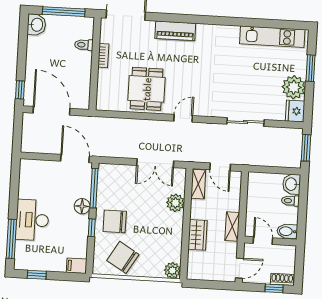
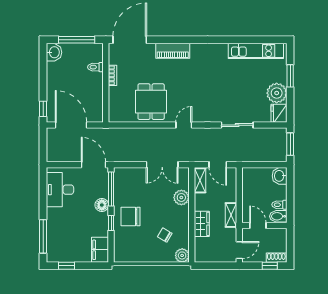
toilet: (290, 201) -> (279, 205), moved
desk: (32, 220) -> (60, 190), moved
chair: (123, 257) -> (165, 235), moved, width x0.54, depth x0.54
filing cabinet: (77, 266) -> (100, 250), width x2.00

